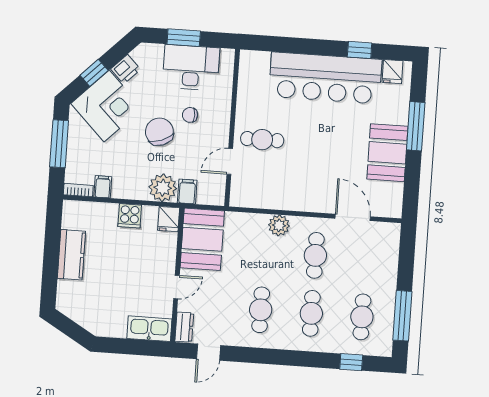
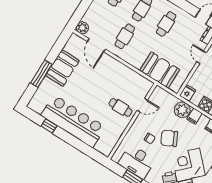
fridge: (392, 72) -> (38, 107), removed
chair: (159, 132) -> (169, 138), turned 85
filing cabinet: (187, 192) -> (195, 116), moved
plant: (279, 225) -> (82, 28), moved
booth: (202, 239) -> (160, 70), moved, turned 90
door: (176, 287) -> (202, 57), hinge flipped

